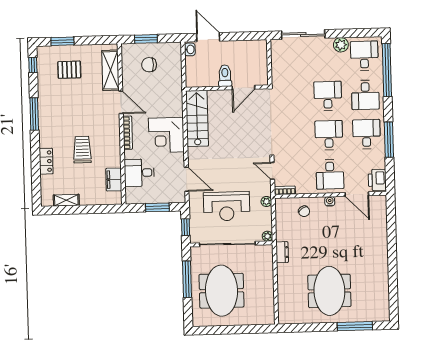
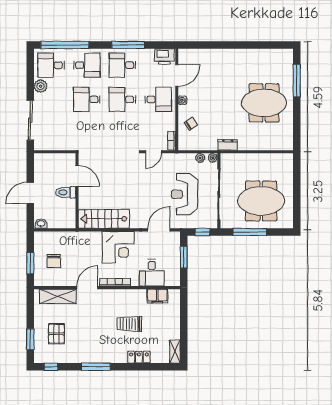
door: (208, 37) -> (30, 193), moved
shelving: (66, 200) -> (175, 351), moved
plant: (266, 201) -> (200, 158), moved
reception desk: (227, 206) -> (184, 194), turned 180

